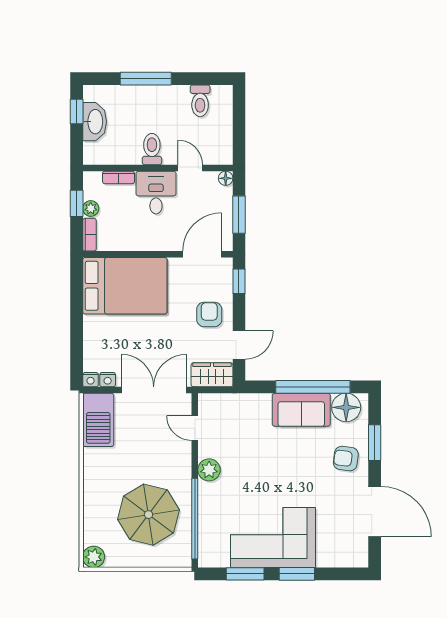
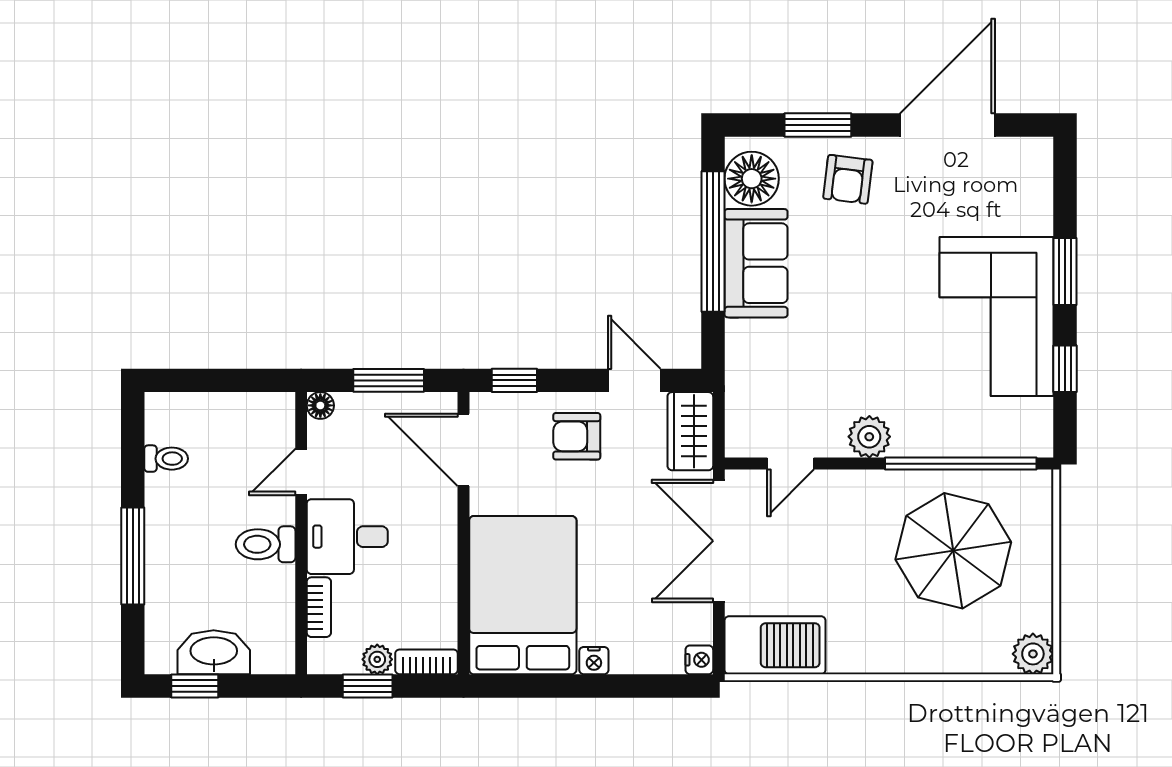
toilet: (200, 101) -> (166, 459), width x0.73, depth x0.72
nightstand: (108, 380) -> (594, 661), moved, turned 90
window: (245, 574) -> (1065, 369), width x0.67

